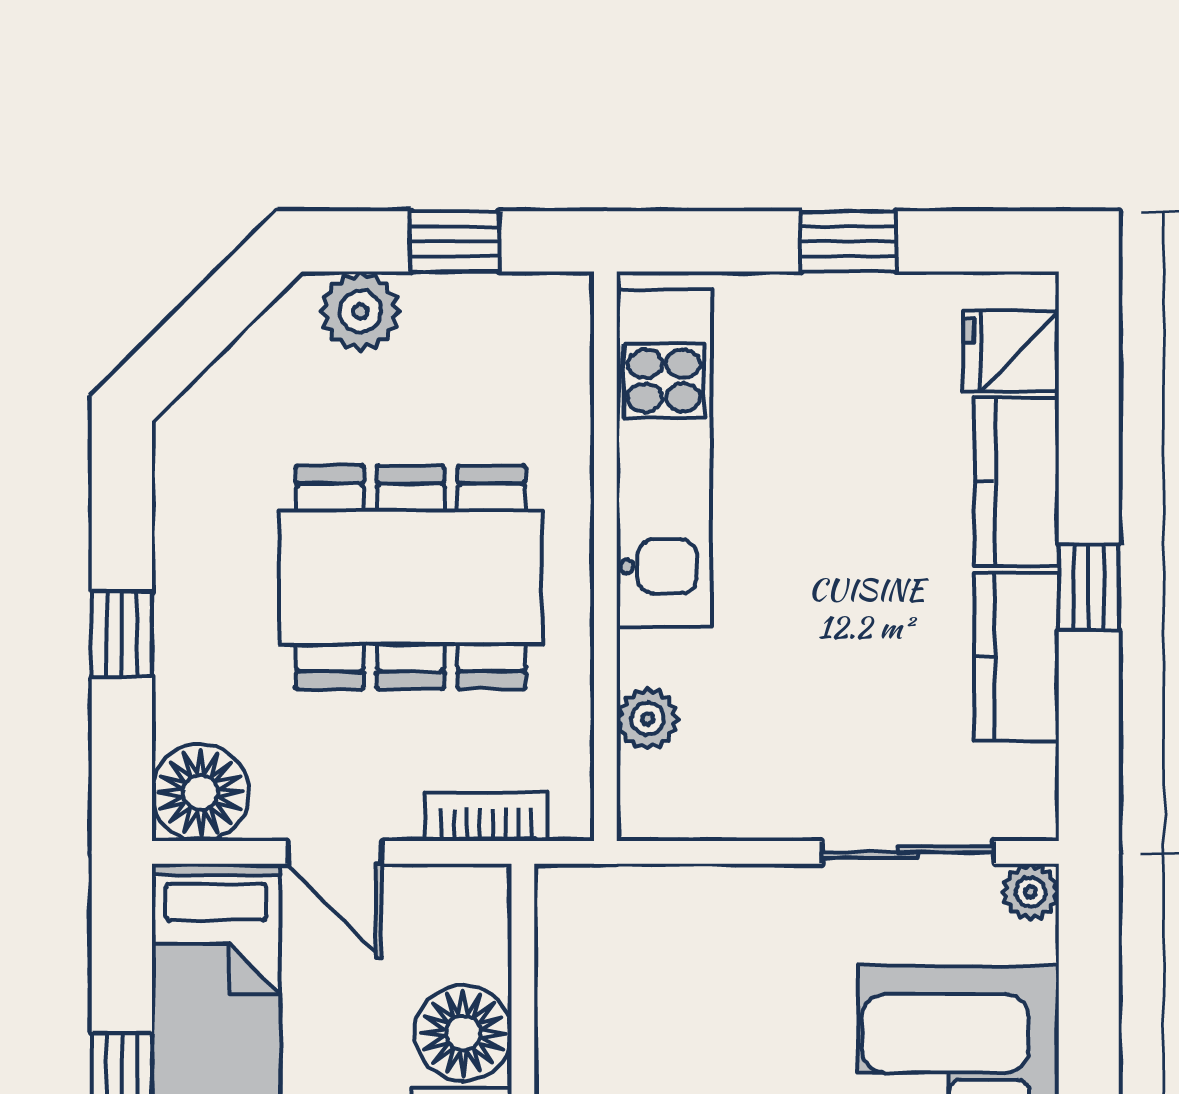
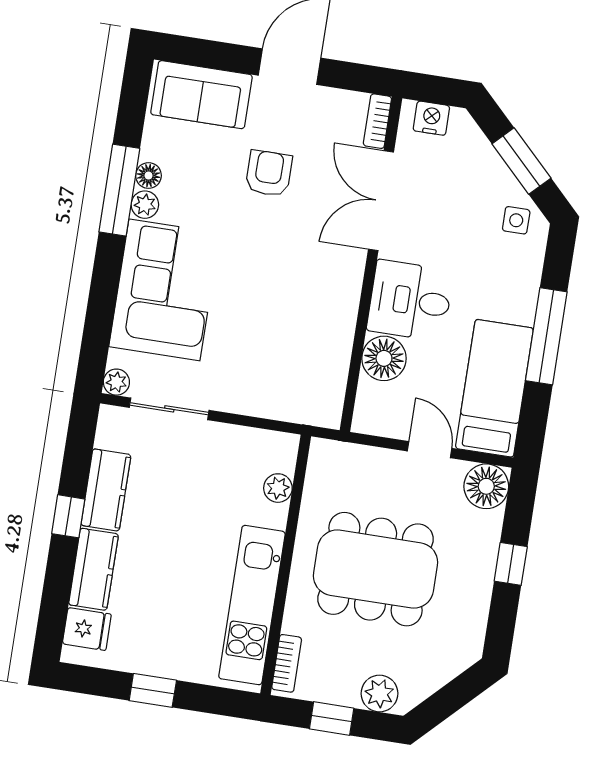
bookcase: (487, 817) -> (287, 663), moved, turned -90

